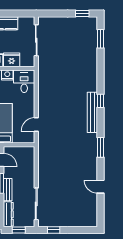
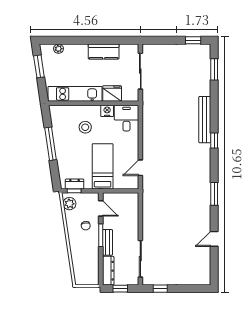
bench: (92, 112) -> (205, 120), moved
door: (101, 187) -> (214, 239), hinge flipped

